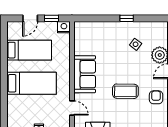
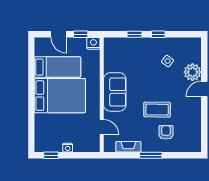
door: (30, 18) -> (59, 34), hinge flipped
window: (104, 18) -> (134, 34), added
bed: (32, 83) -> (60, 96), width x1.50
armchair: (156, 97) -> (166, 132), moved

